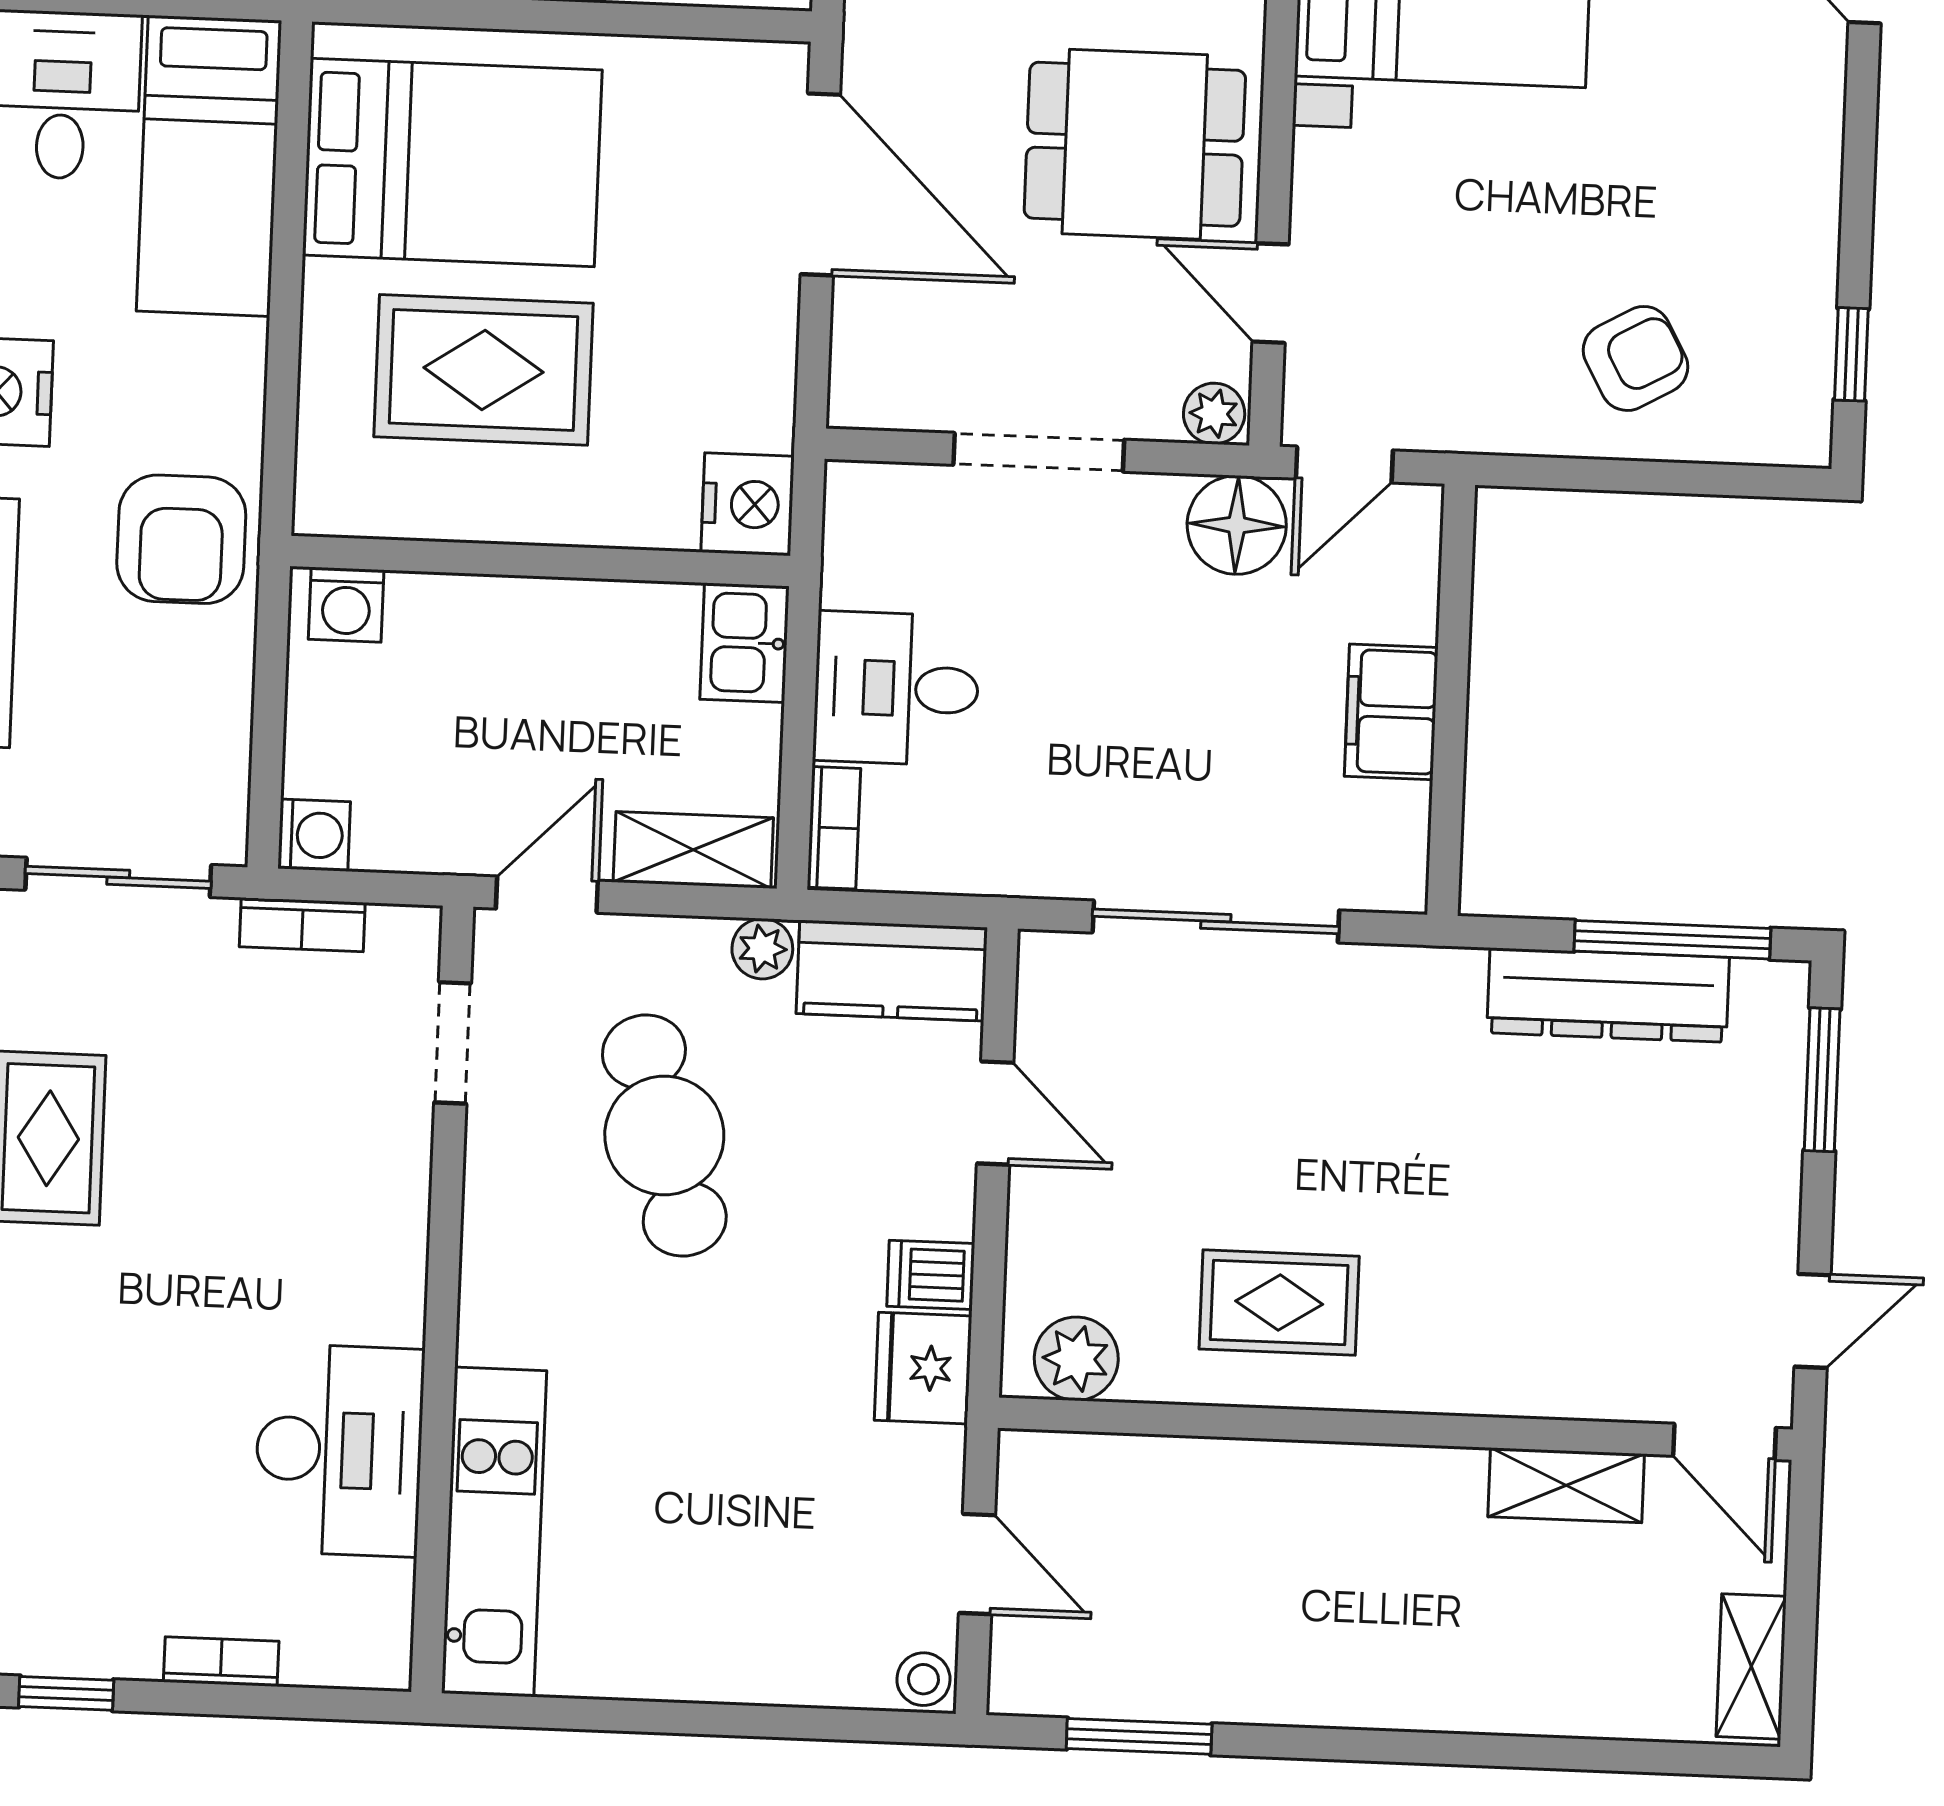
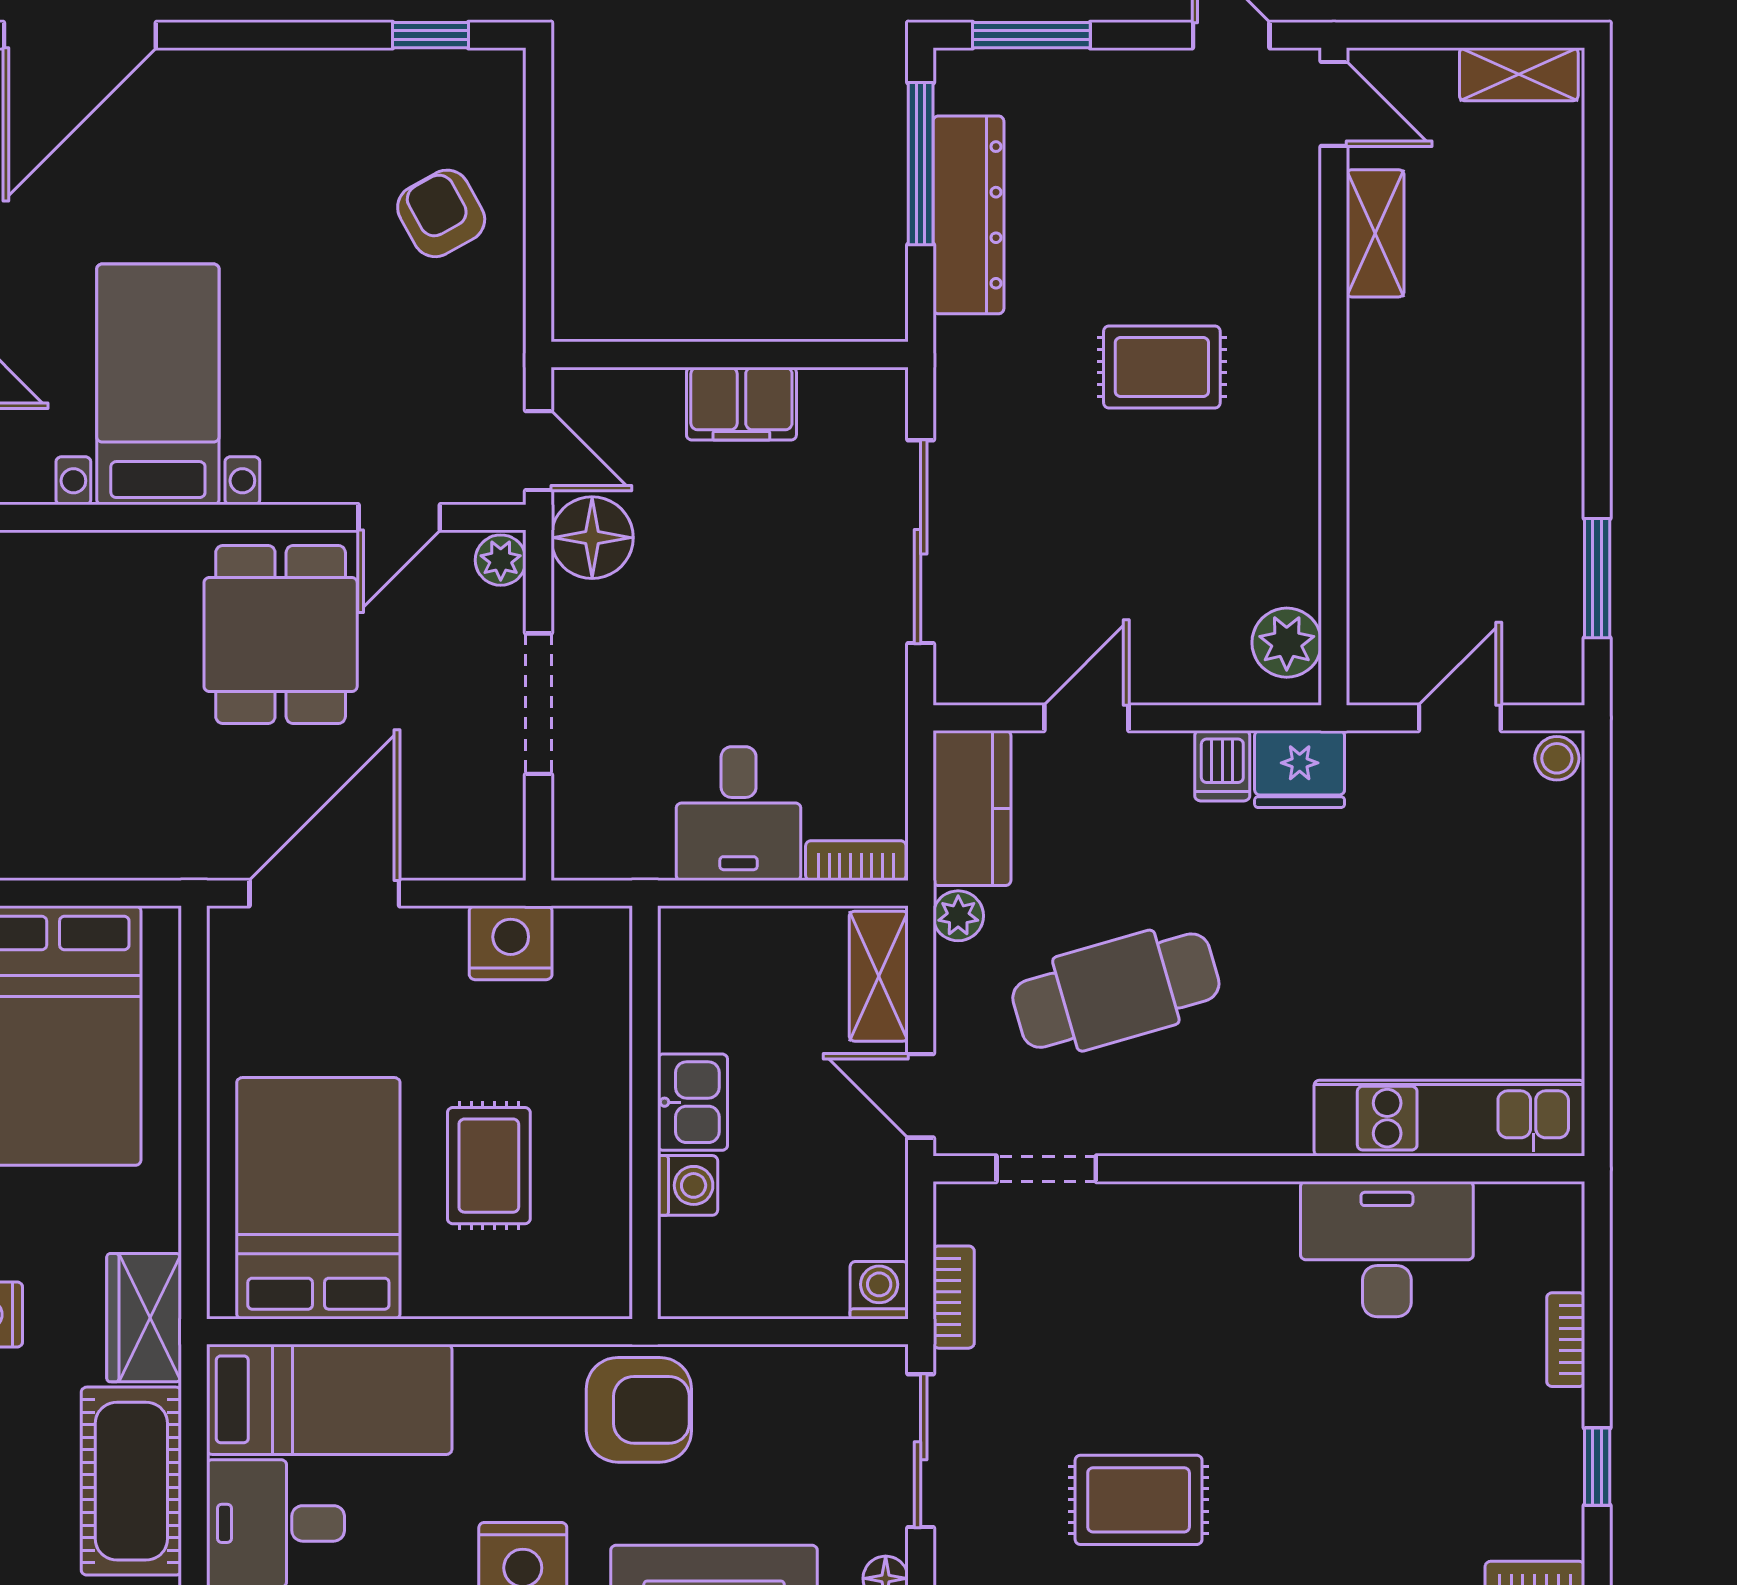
rug: (483, 370) -> (489, 1166), width x0.73, depth x0.70
nightstand: (748, 504) -> (511, 943), moved
washing machine: (346, 605) -> (688, 1185), moved
kitchen sink: (745, 643) -> (692, 1102), moved, turned -90
rug: (1279, 1303) -> (1162, 367), moved, turned 90
door: (1724, 1442) -> (1334, 104), hinge flipped

